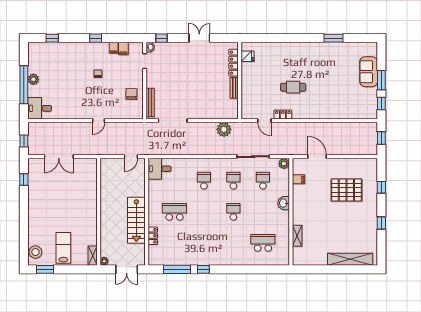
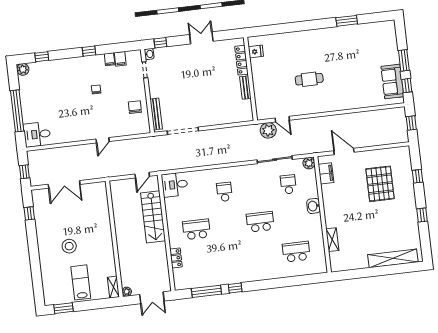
sofa: (369, 72) -> (392, 82), moved
plant: (33, 79) -> (23, 69), moved
locker: (283, 115) -> (302, 110), removed
plant: (224, 129) -> (268, 130), moved
filing cabinet: (298, 179) -> (326, 173), width x2.00
school desk: (233, 181) -> (256, 188), removed
pallet: (346, 190) -> (380, 184), turned 90
school desk: (233, 212) -> (260, 222), width x1.85
stairs: (136, 220) -> (153, 217), moved
stool: (35, 252) -> (69, 246), moved

